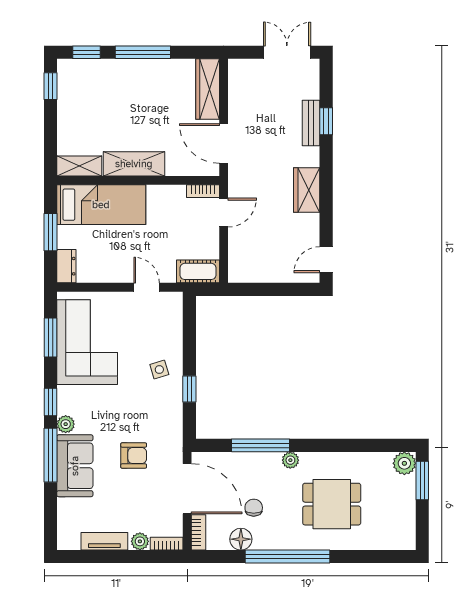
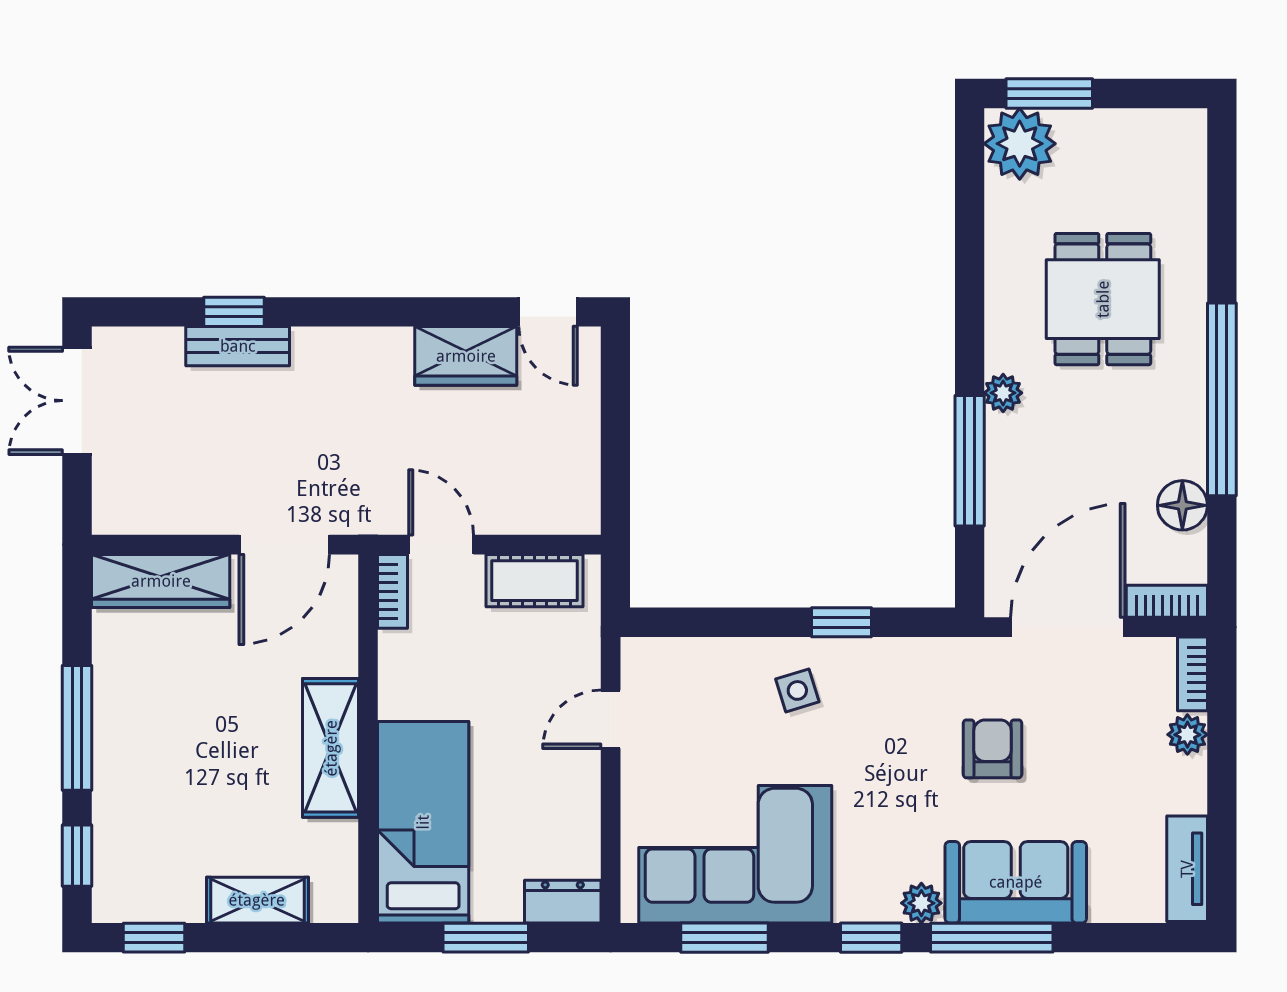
shelving: (79, 166) -> (257, 900), moved, turned 90
wardrobe: (307, 190) -> (466, 356), moved
cot: (198, 271) -> (535, 581), moved, turned 90
plant: (404, 463) -> (1020, 144), width x1.36, depth x1.36
chair: (254, 508) -> (1111, 476), removed
tv unit: (104, 541) -> (1187, 869), moved

